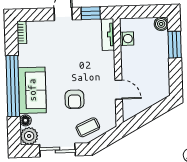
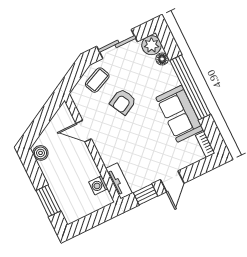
boiler: (161, 24) -> (41, 153), moved
sofa: (32, 90) -> (180, 114), moved
armchair: (74, 99) -> (123, 102), turned -118

